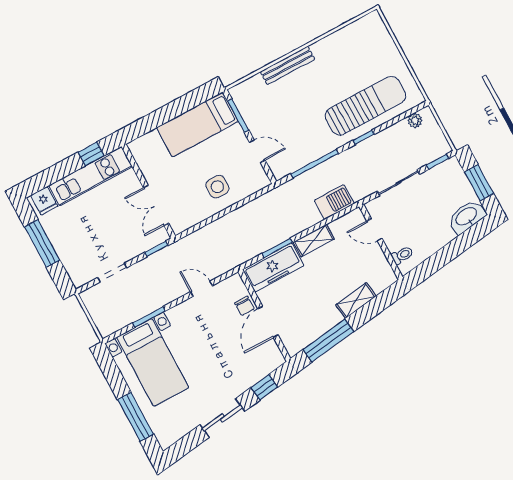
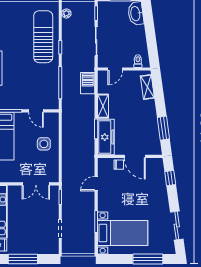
door: (257, 151) -> (36, 111), swing flipped
shelving: (356, 301) -> (147, 87), moved
window: (328, 341) -> (163, 128), width x0.69
sliding door: (222, 418) -> (177, 225), moved

